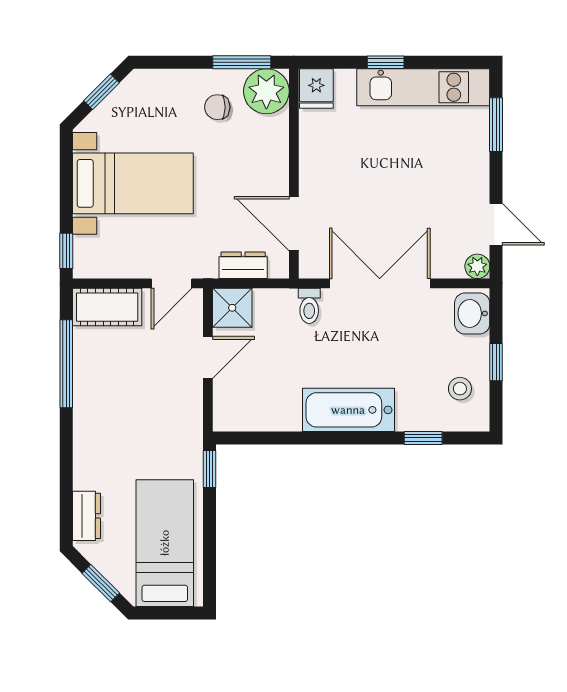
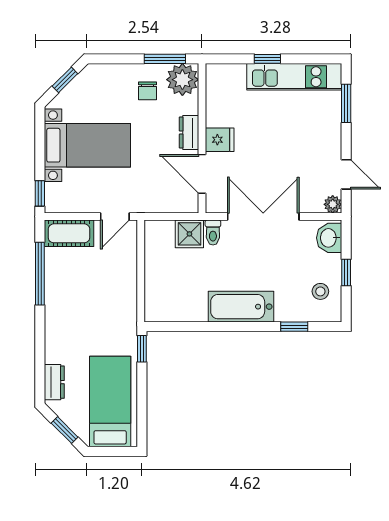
fridge: (316, 88) -> (220, 140), moved, turned -90
chair: (217, 107) -> (148, 91), turned -90
dresser: (243, 265) -> (189, 133), moved, turned -90
shower: (232, 308) -> (189, 234), moved
door: (208, 357) -> (141, 269), removed

